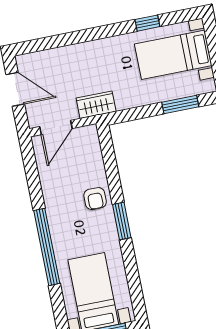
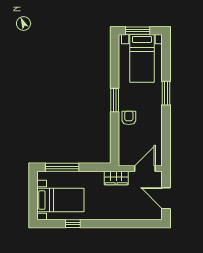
window: (180, 105) -> (62, 167), width x1.44
window: (47, 247) -> (166, 93), width x0.47

